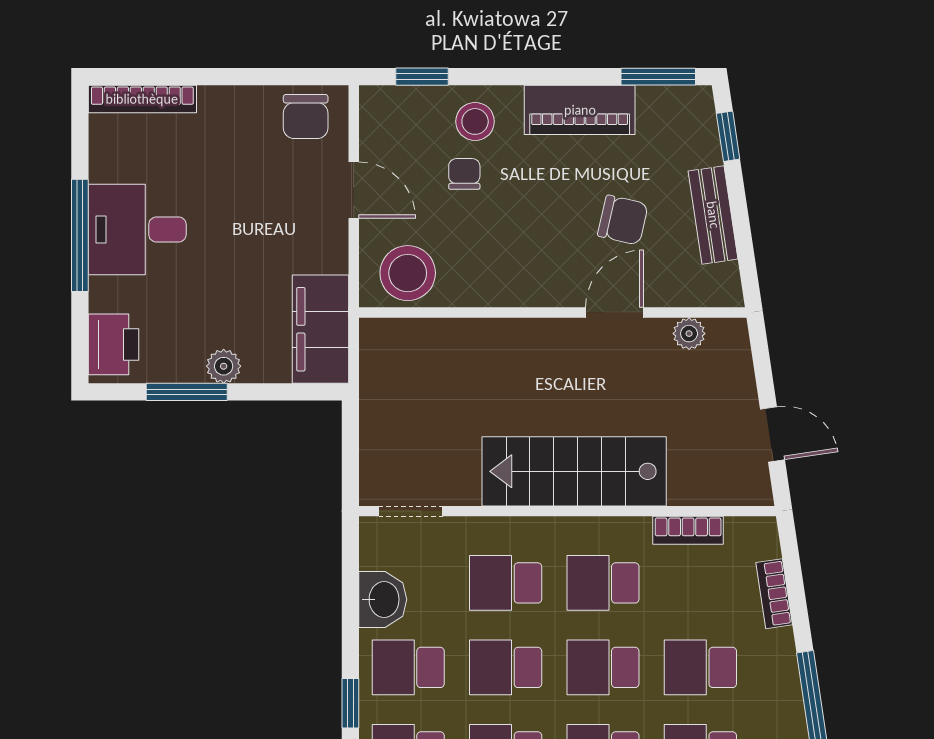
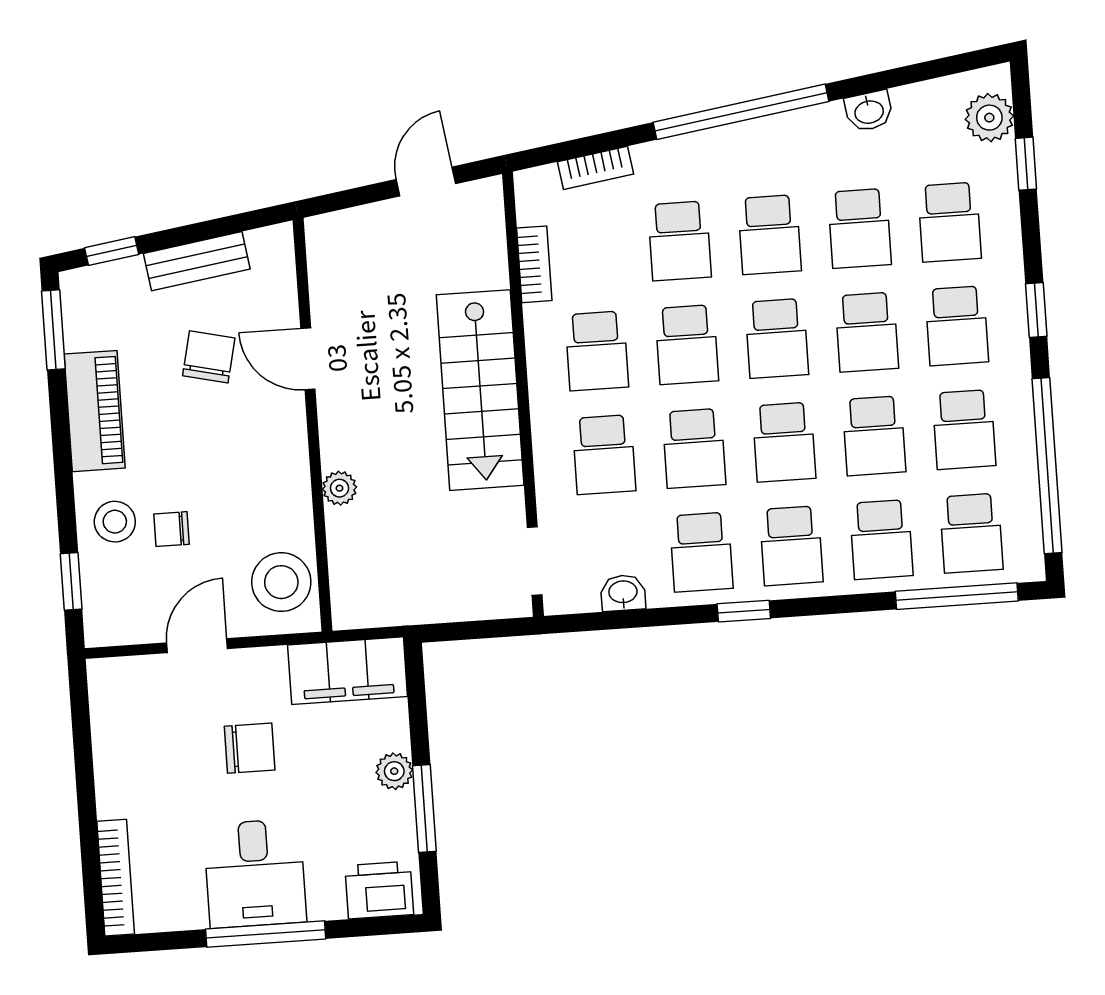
chair: (306, 117) -> (250, 748), moved
plant: (689, 334) -> (339, 488), moved
washbasin: (383, 599) -> (623, 593), width x0.72, depth x0.69

